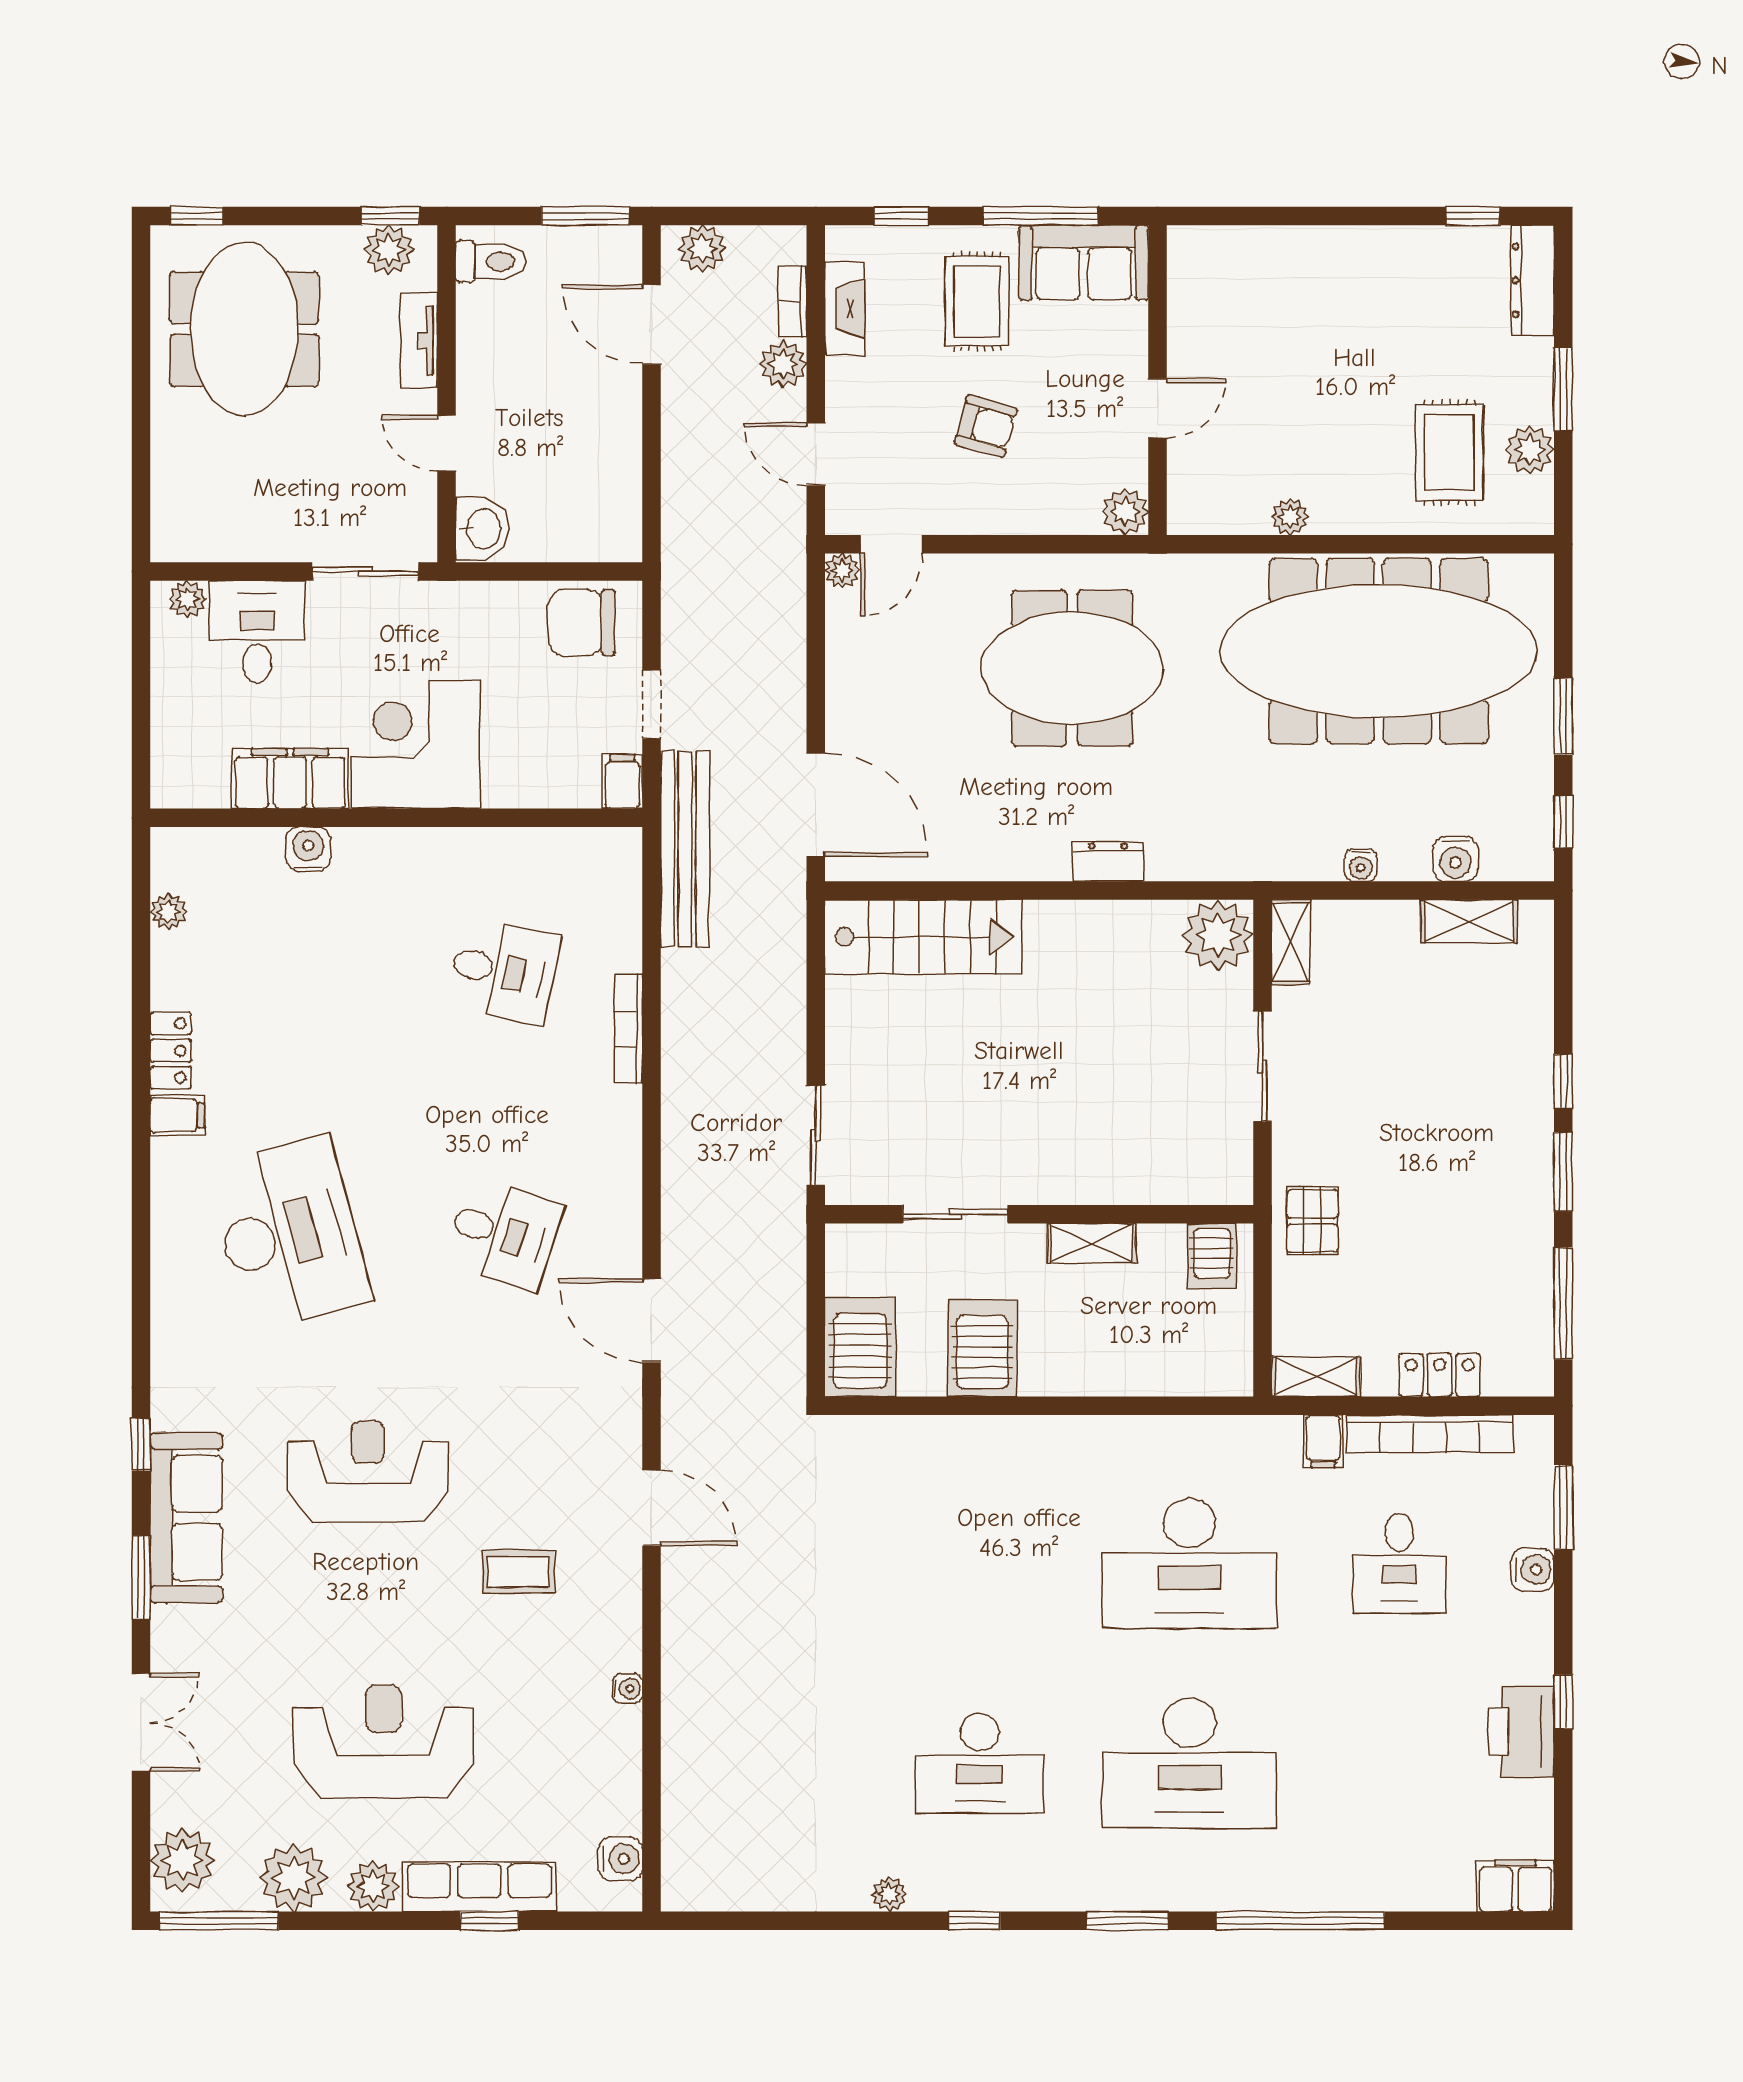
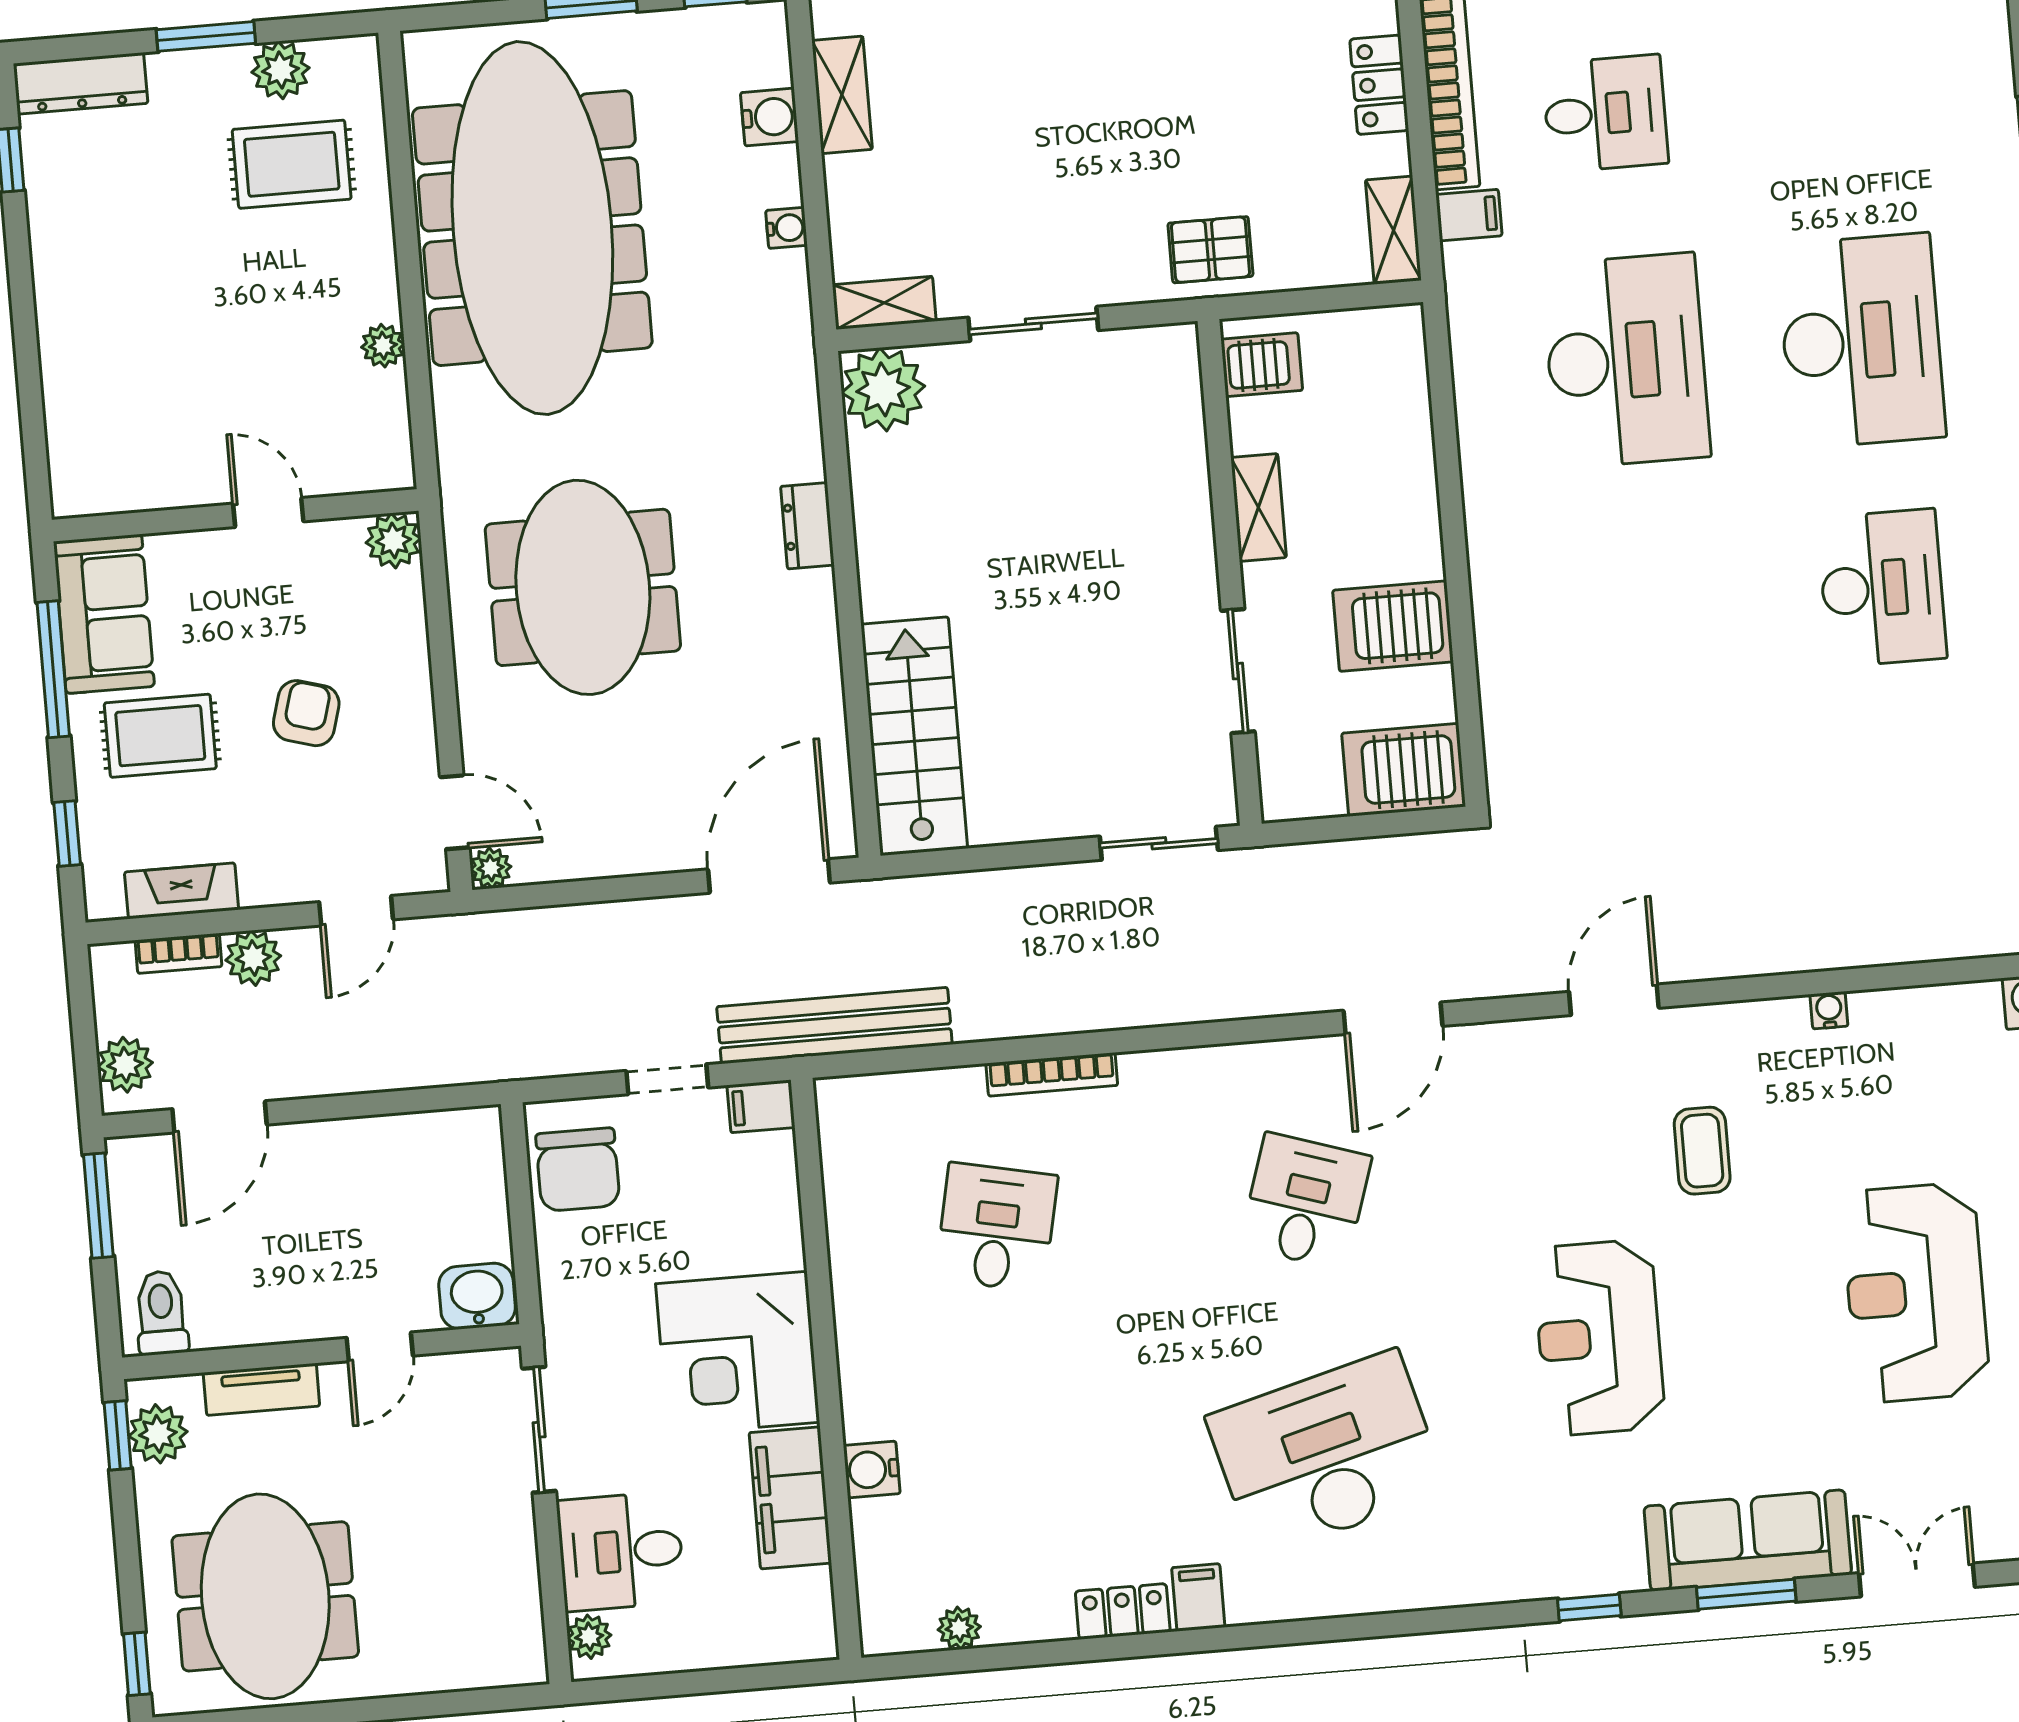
meeting table: (244, 329) -> (265, 1596), turned 90
sofa: (186, 1518) -> (1748, 1540), moved

